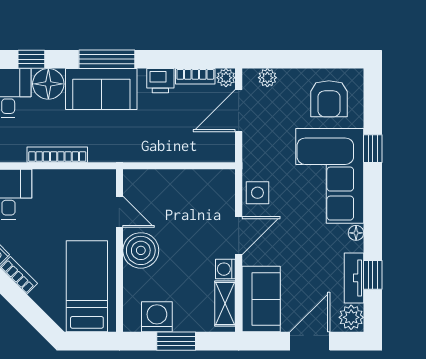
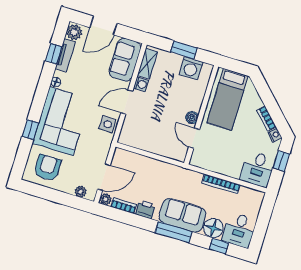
boiler: (141, 250) -> (192, 118), width x0.54, depth x0.54

